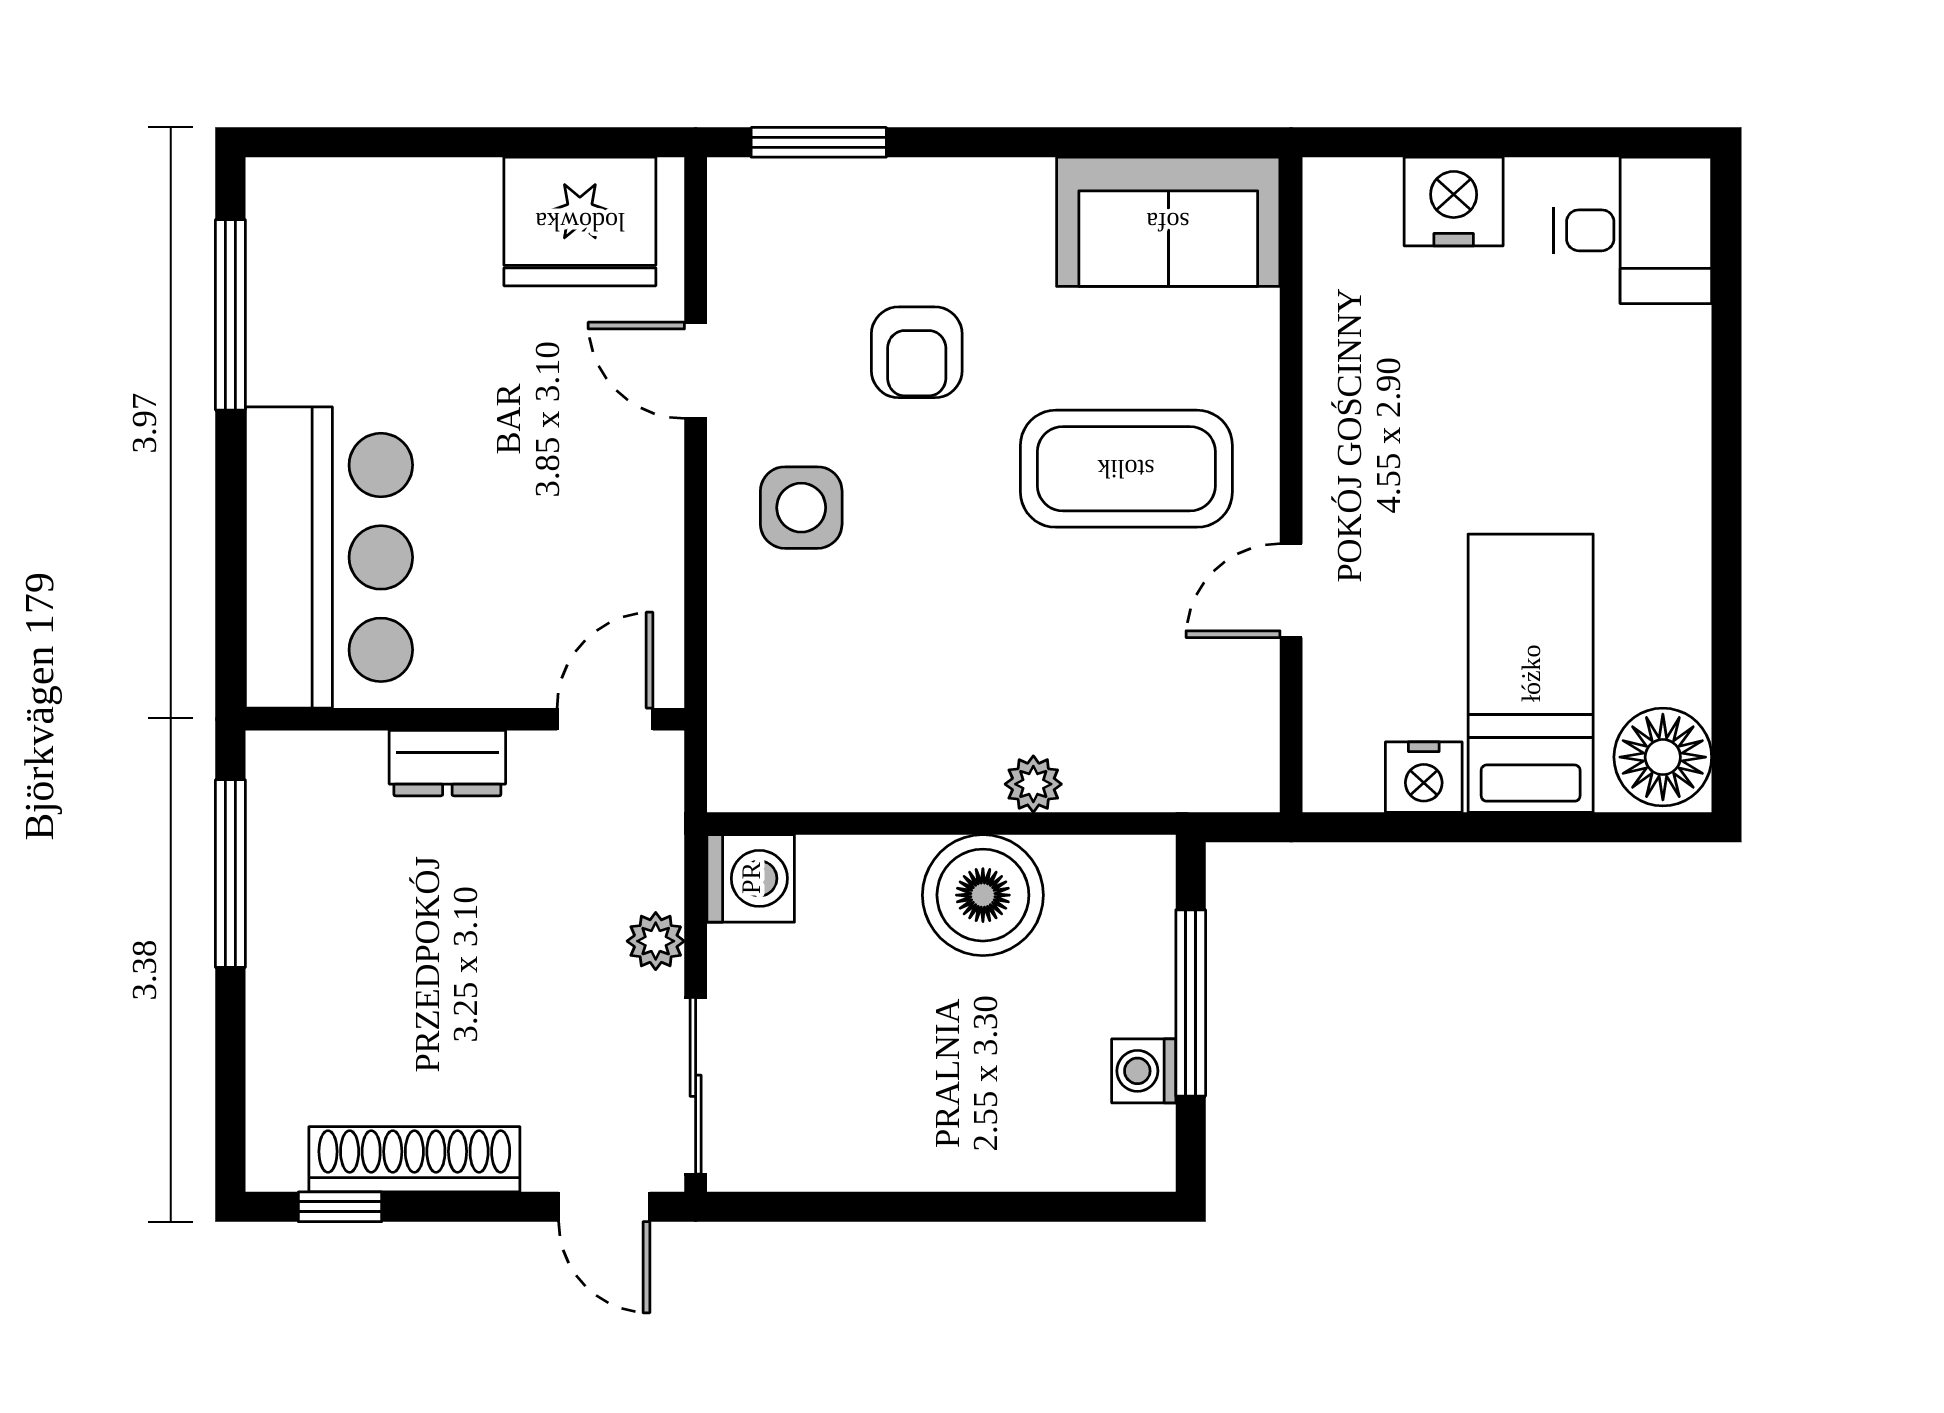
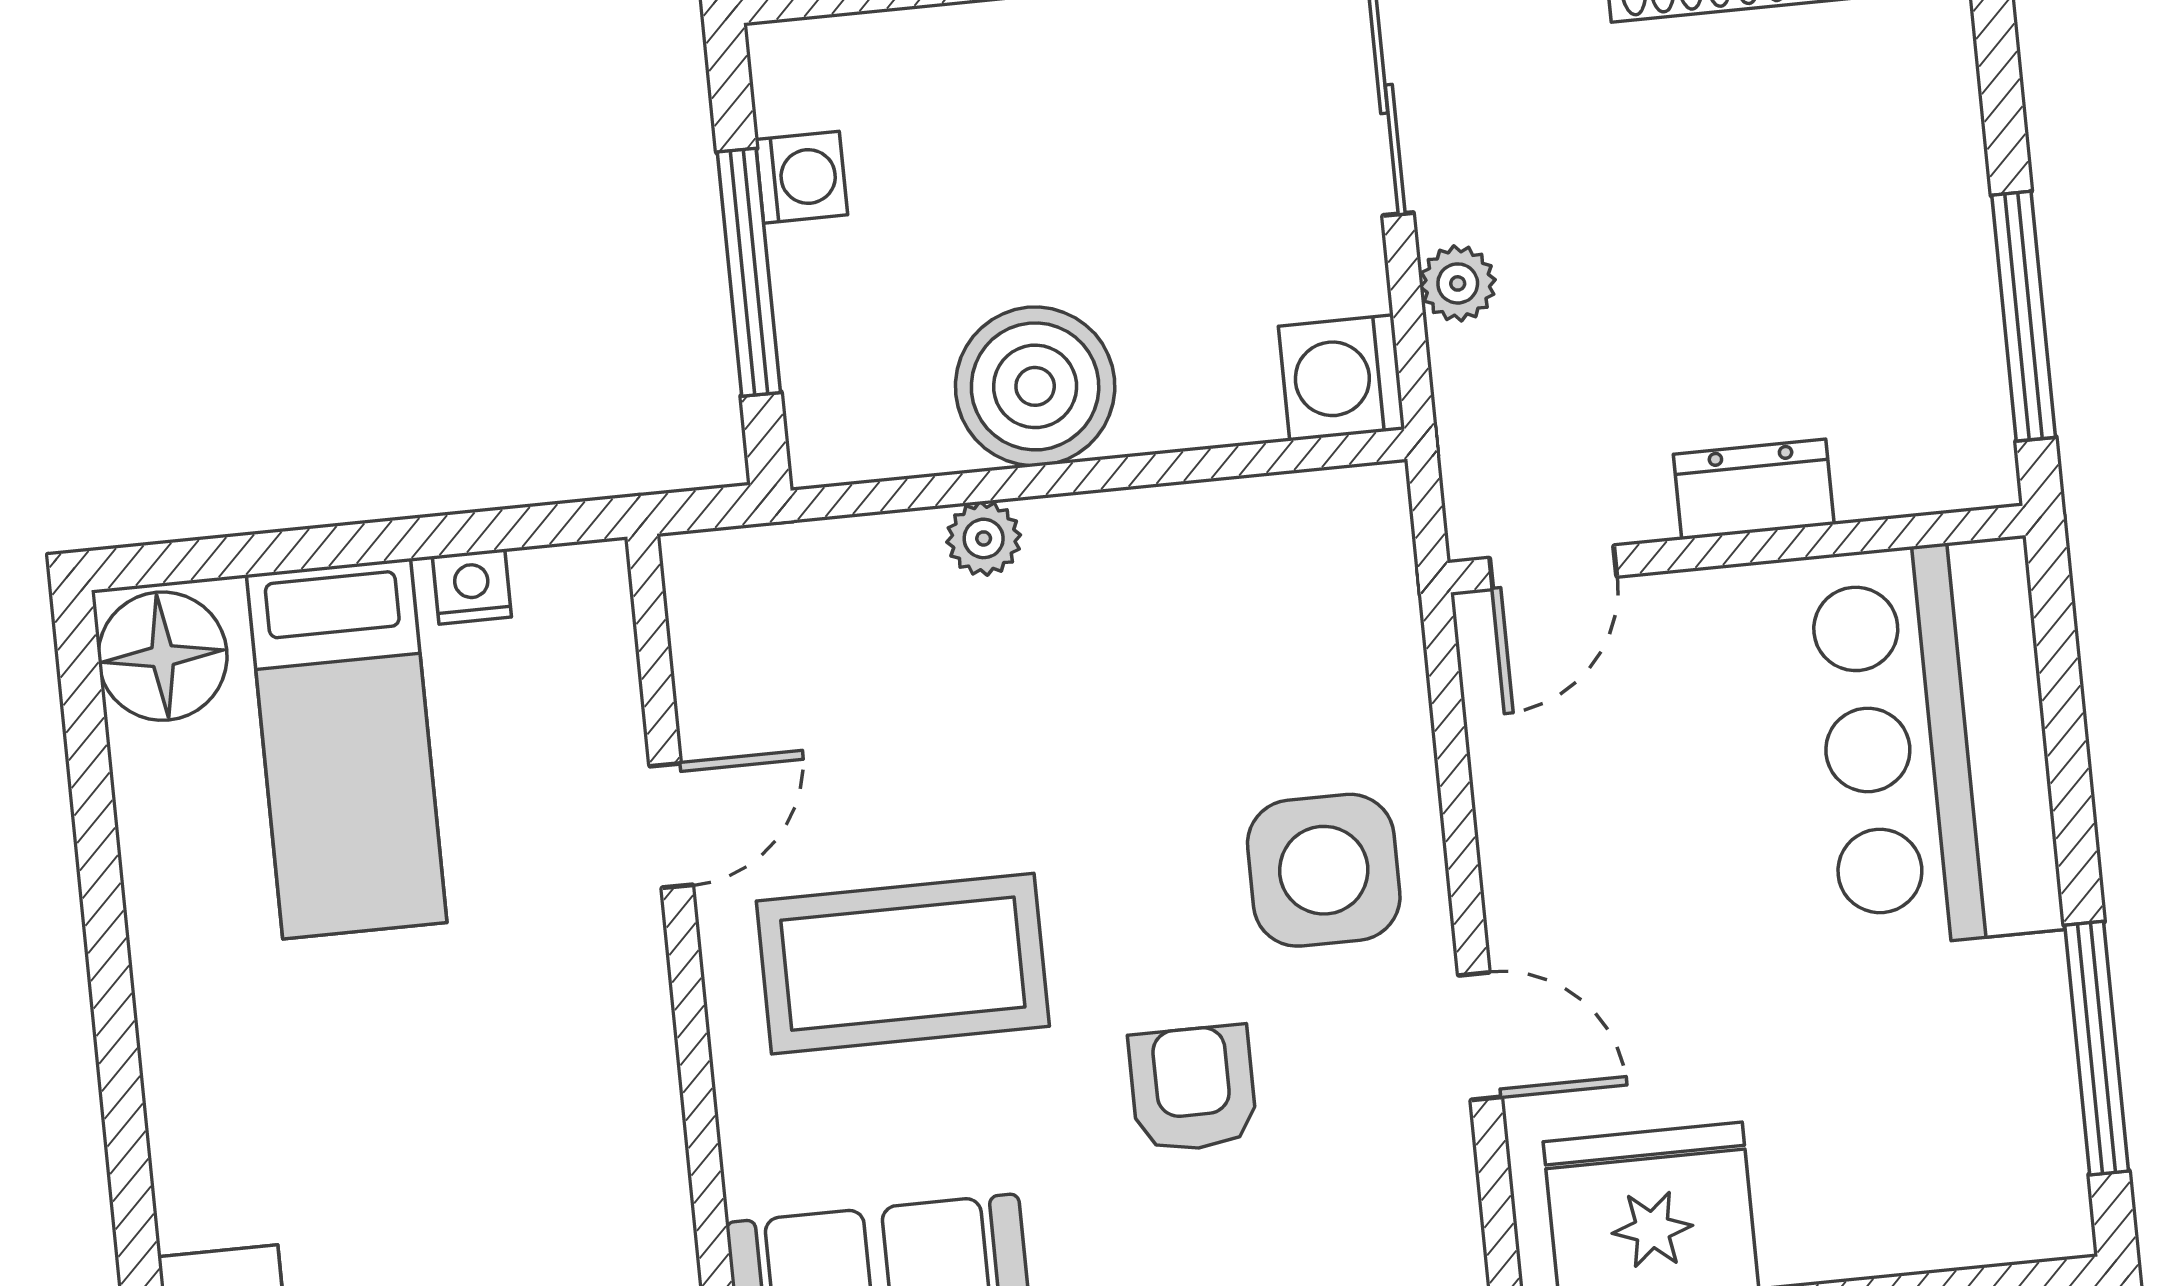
side table: (801, 508) -> (1324, 870), width x1.37, depth x1.37
nightstand: (1424, 777) -> (472, 587), width x0.72, depth x0.74

